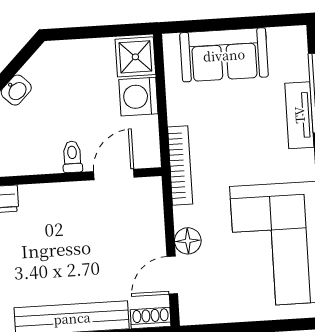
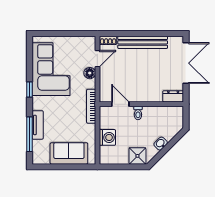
shower: (135, 57) -> (137, 156), moved
door: (114, 174) -> (120, 104), swing flipped

